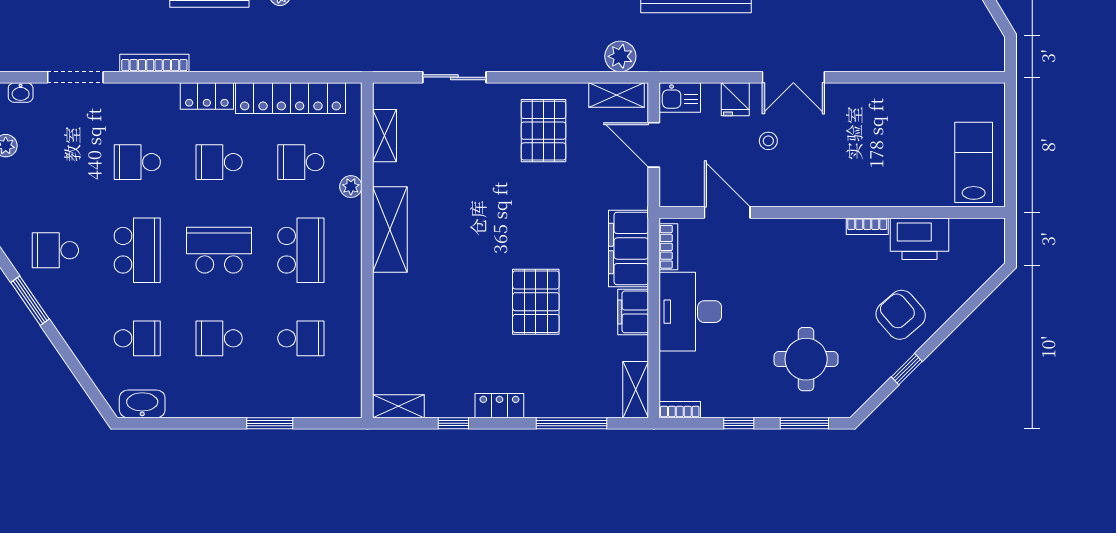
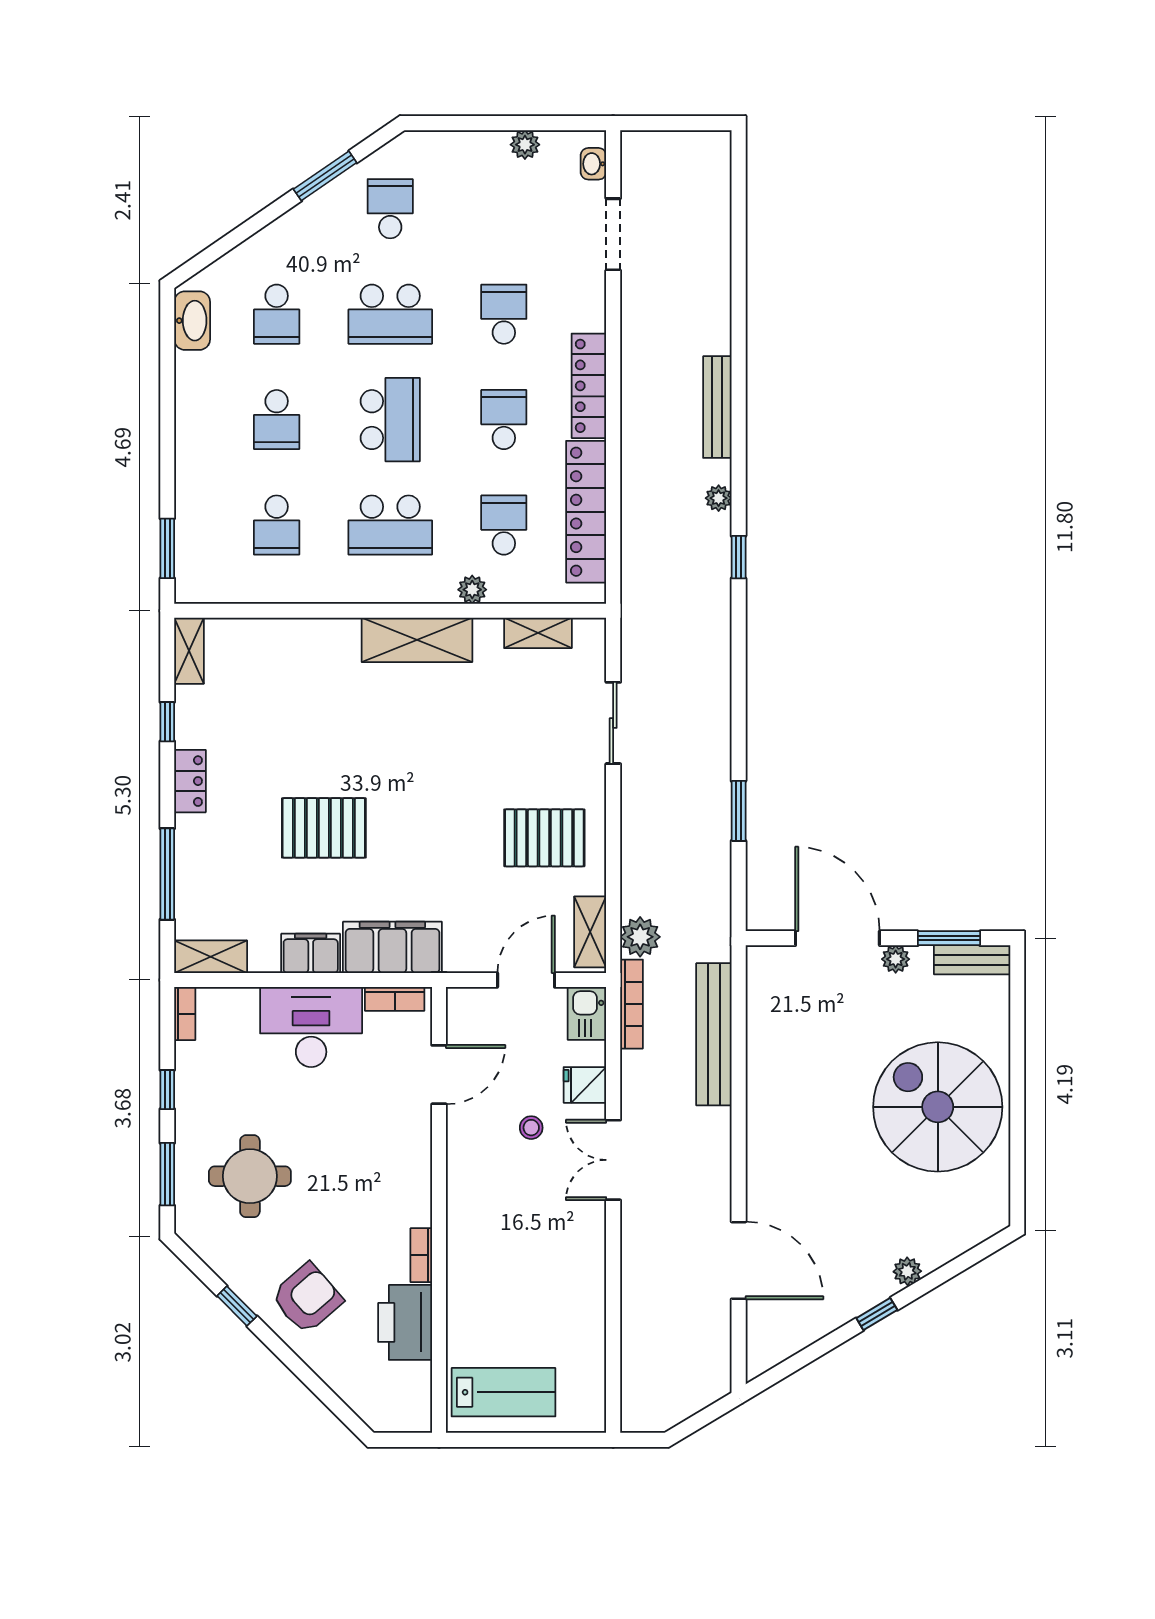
bookcase: (154, 63) -> (632, 1004), moved
locker: (207, 96) -> (589, 386), width x1.53
school desk: (219, 338) -> (277, 420), turned 180
window: (270, 423) -> (167, 548), moved

